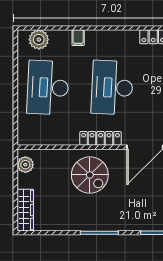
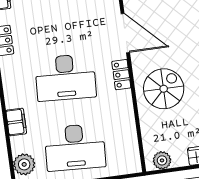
filing cabinet: (78, 38) -> (16, 122), width x2.00
locker: (101, 138) -> (121, 75), width x0.66

